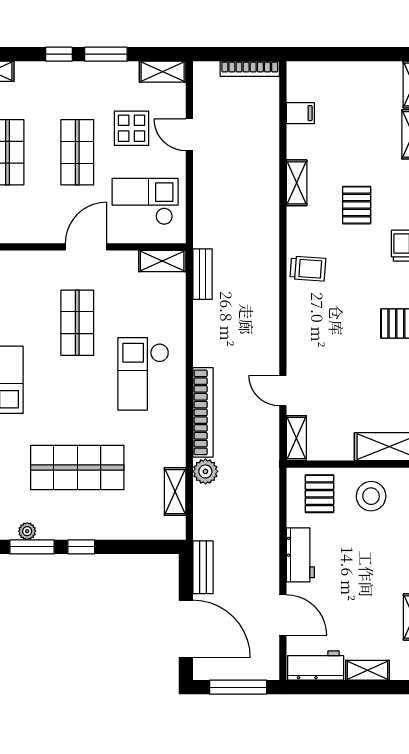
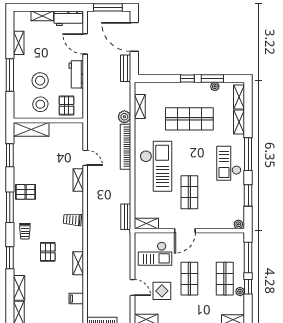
checkout: (143, 374) -> (156, 166), width x1.36, depth x1.21
shelving: (296, 438) -> (78, 180), moved
stool: (371, 543) -> (40, 81), added

